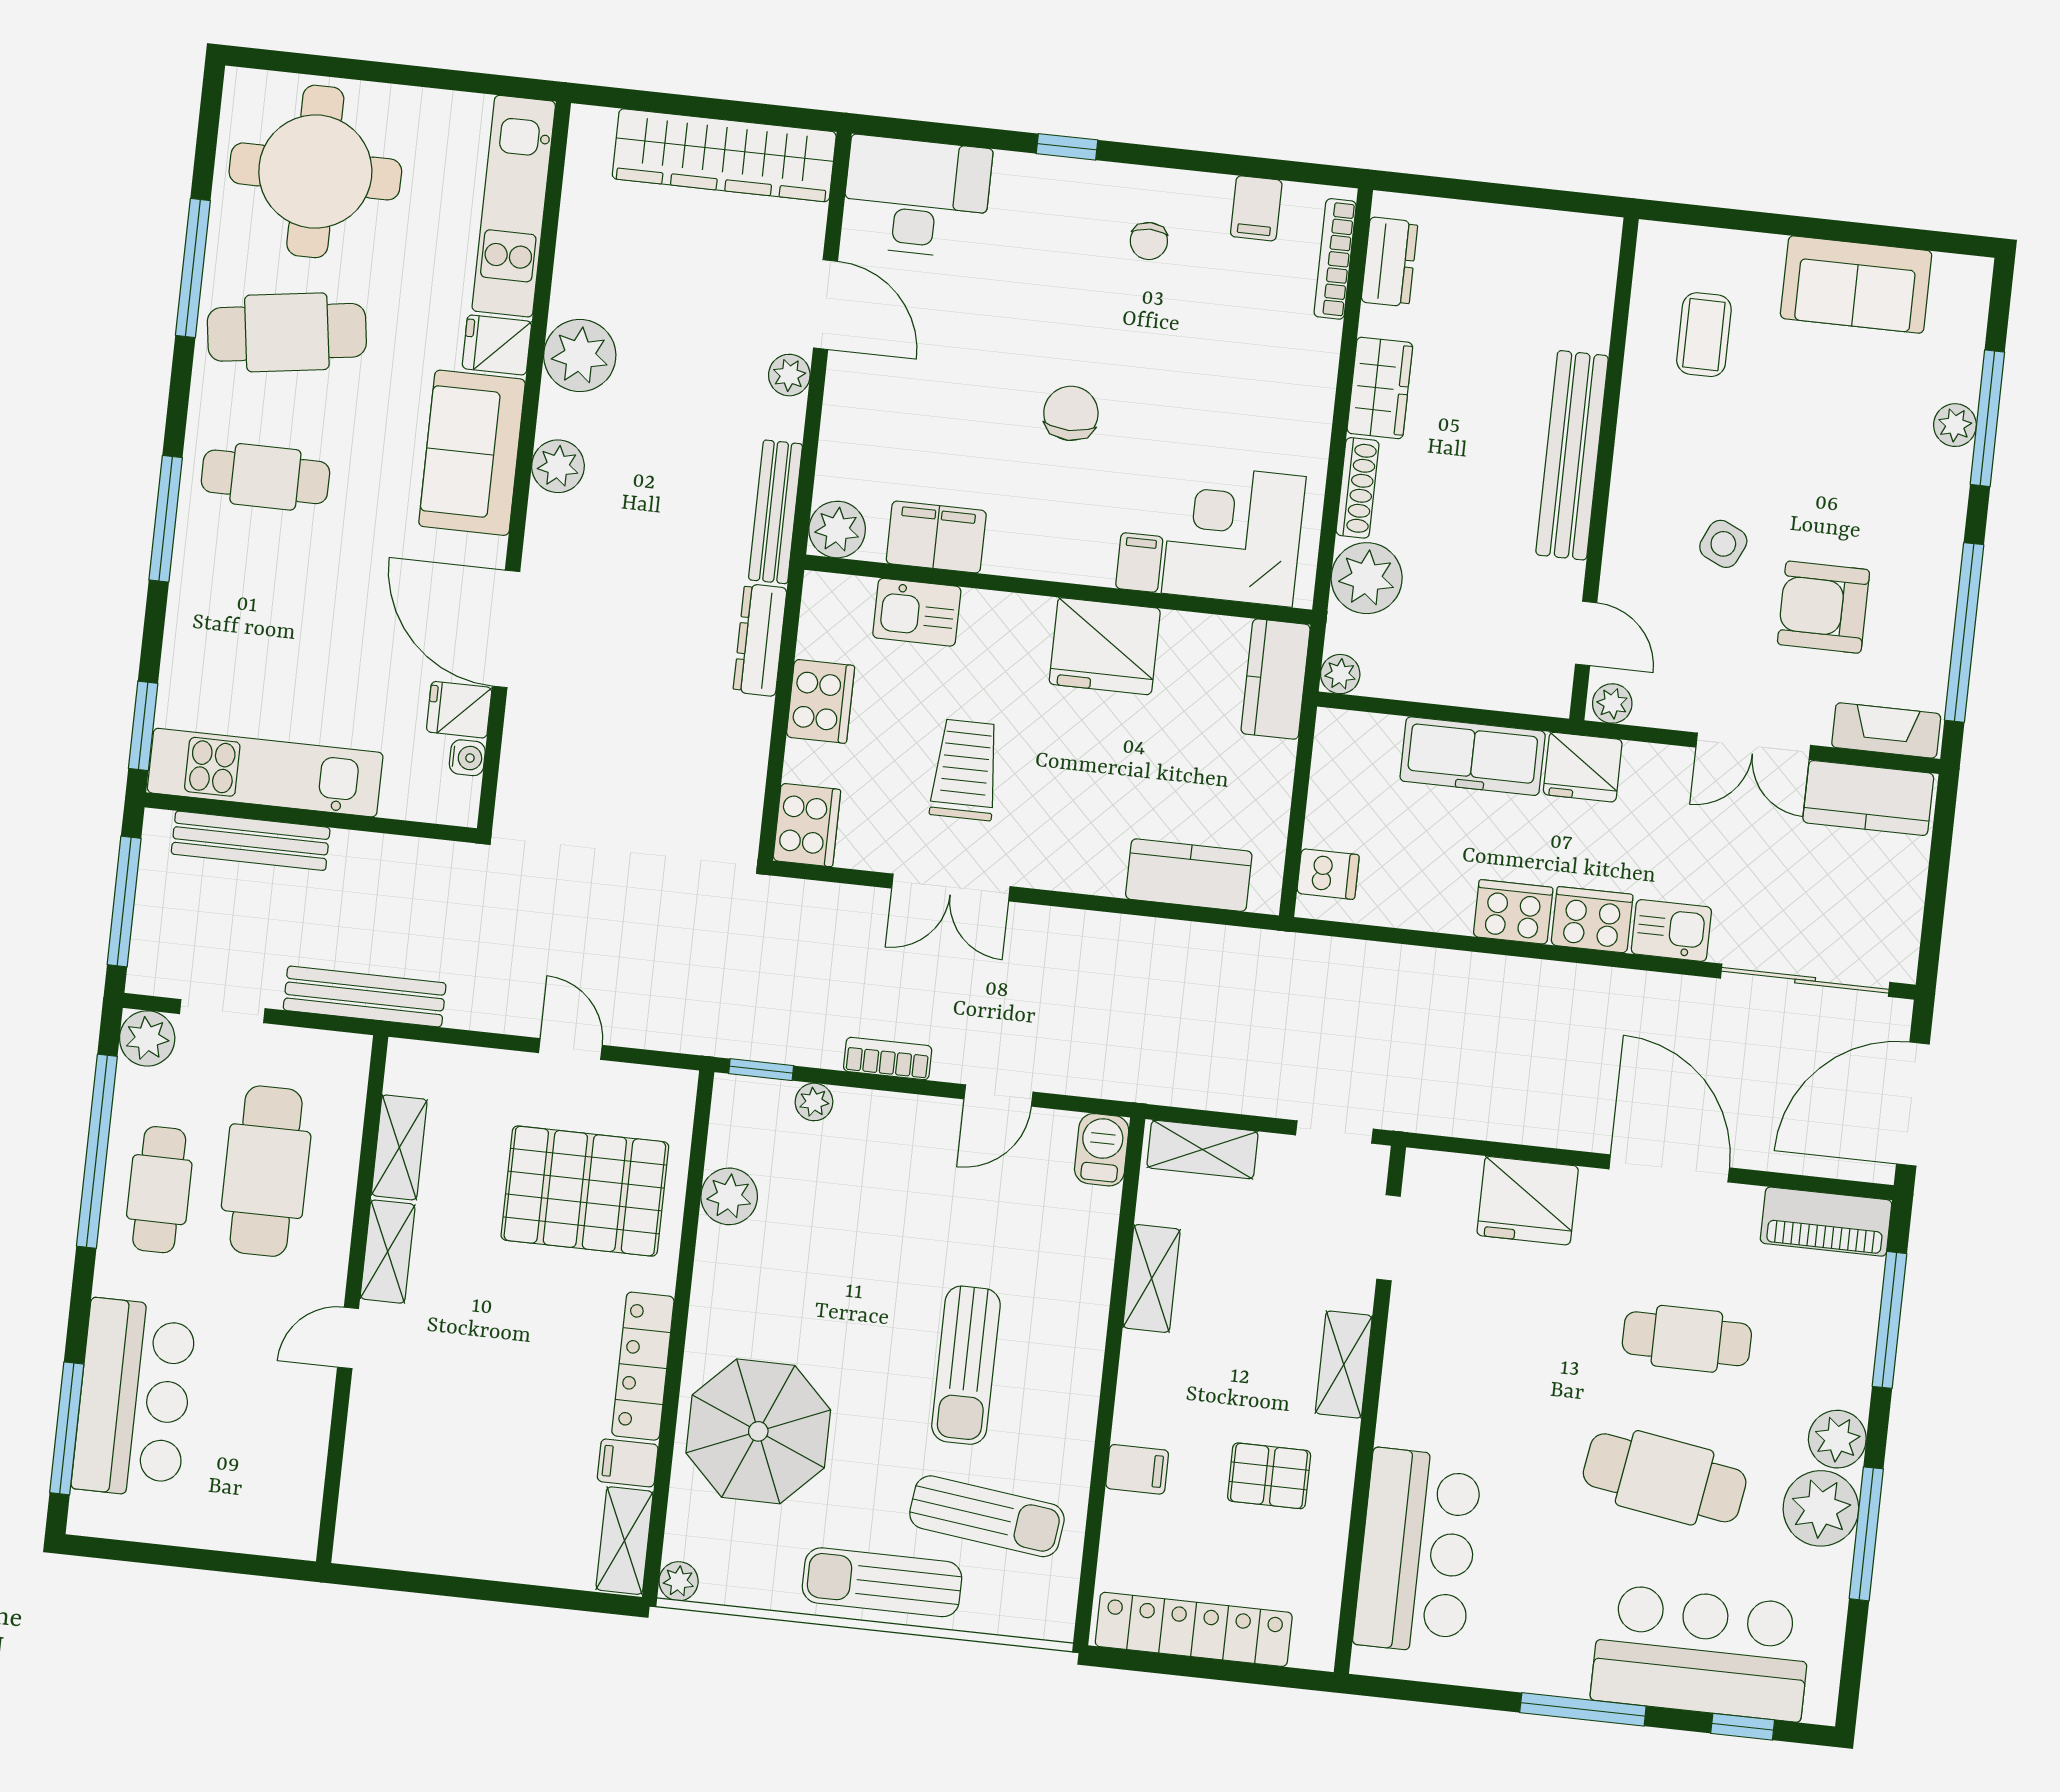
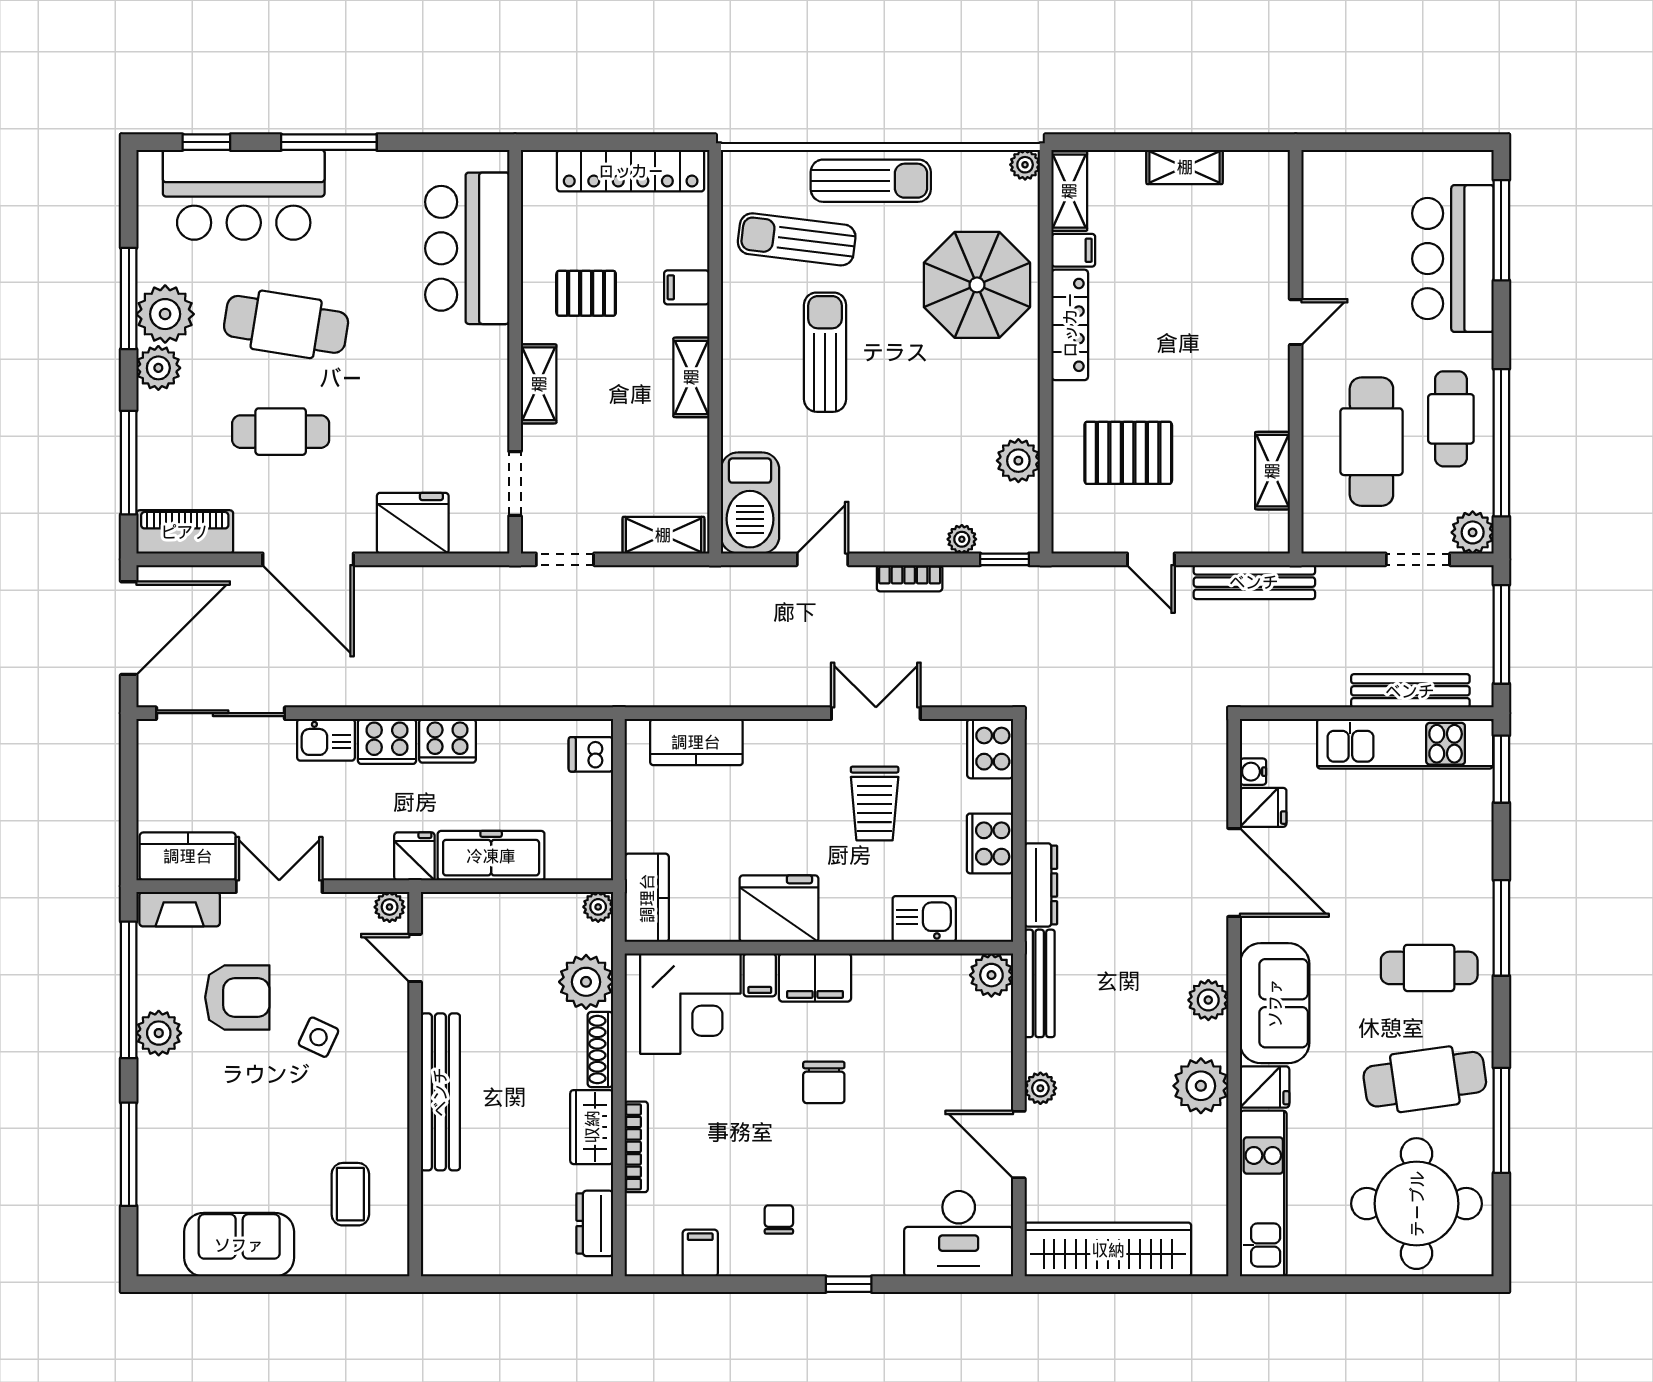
bookcase: (1335, 259) -> (636, 1147), moved
plant: (1955, 425) -> (159, 1033), moved, width x1.38, depth x1.38
filing cabinet: (936, 537) -> (815, 978), moved
fridge: (1583, 767) -> (414, 856), width x0.72
bench: (365, 997) -> (1254, 582), moved
barbecue: (1102, 1150) -> (750, 503), width x1.88, depth x1.53
pallet: (585, 1191) -> (1128, 453), width x0.73, depth x0.71
shelving: (388, 1252) -> (1185, 167), moved, turned 90
shelving: (1152, 1278) -> (691, 377), moved

